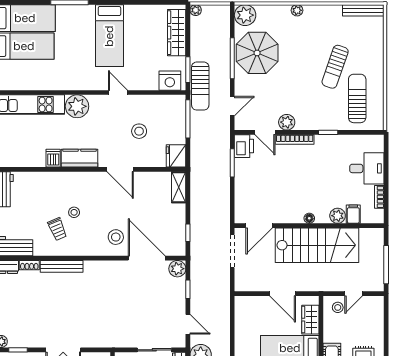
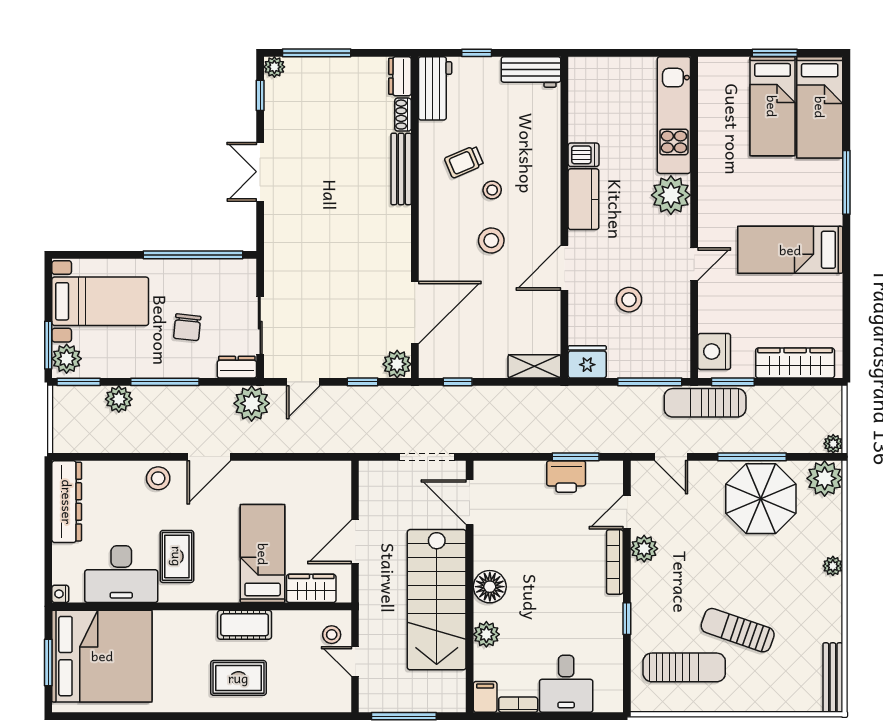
plant: (196, 10) -> (833, 444), moved
printer: (244, 146) -> (566, 477), moved
filing cabinet: (353, 214) -> (485, 697), moved, turned -90
floor lamp: (309, 218) -> (490, 587), width x1.89, depth x1.89
stool: (116, 237) -> (491, 241), moved

